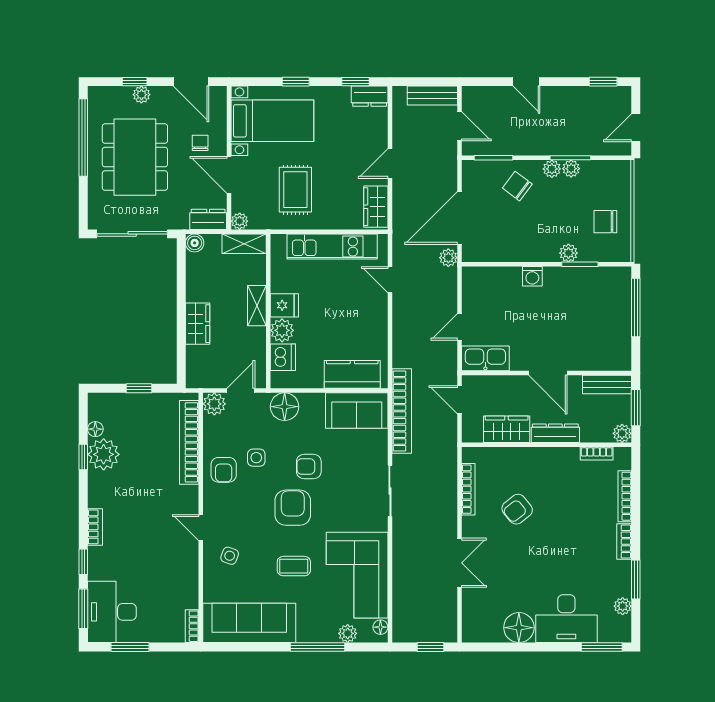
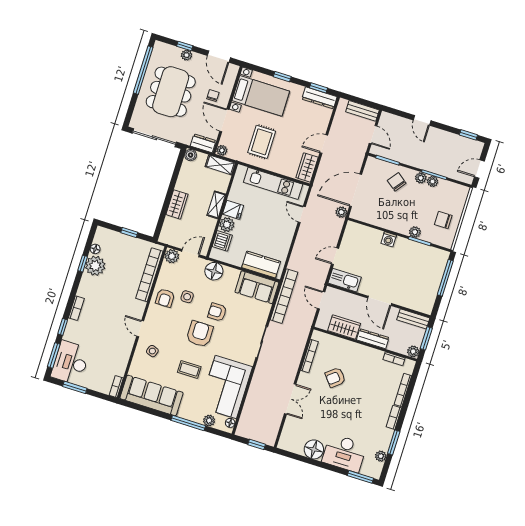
dresser: (370, 96) -> (319, 98), width x1.44

